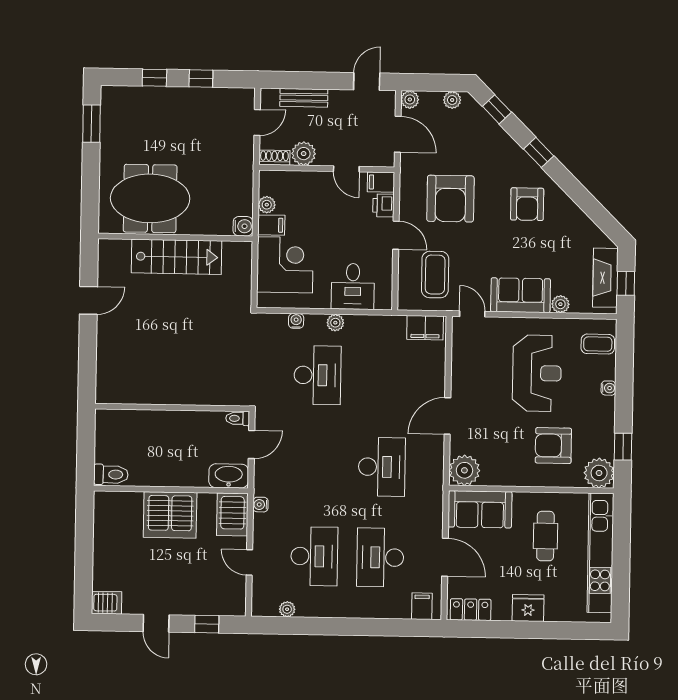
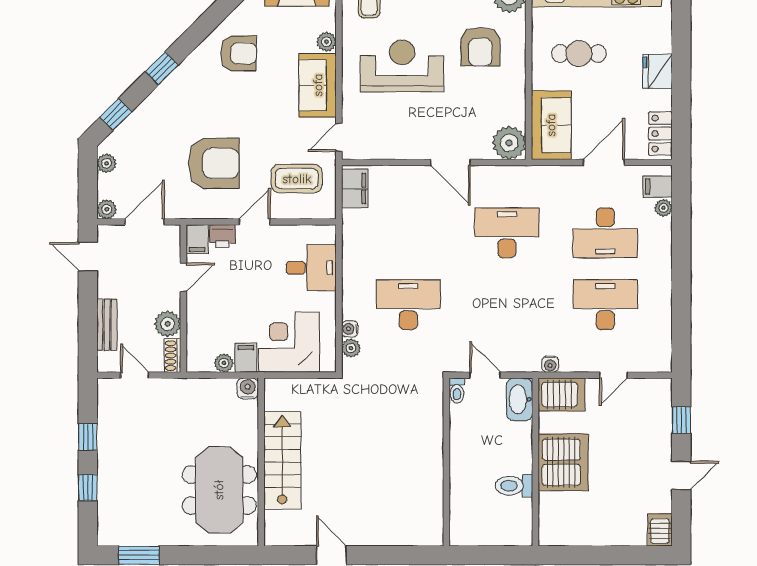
armchair: (527, 204) -> (239, 53), moved
plant: (335, 323) -> (351, 348), moved
toilet: (111, 474) -> (514, 486), moved, turned -90
plant: (287, 609) -> (664, 208), moved

